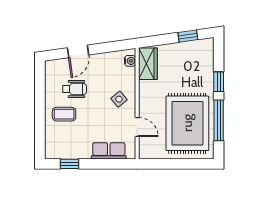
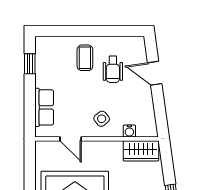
water cooler: (130, 61) -> (129, 131), moved
door: (137, 127) -> (71, 139), hinge flipped

